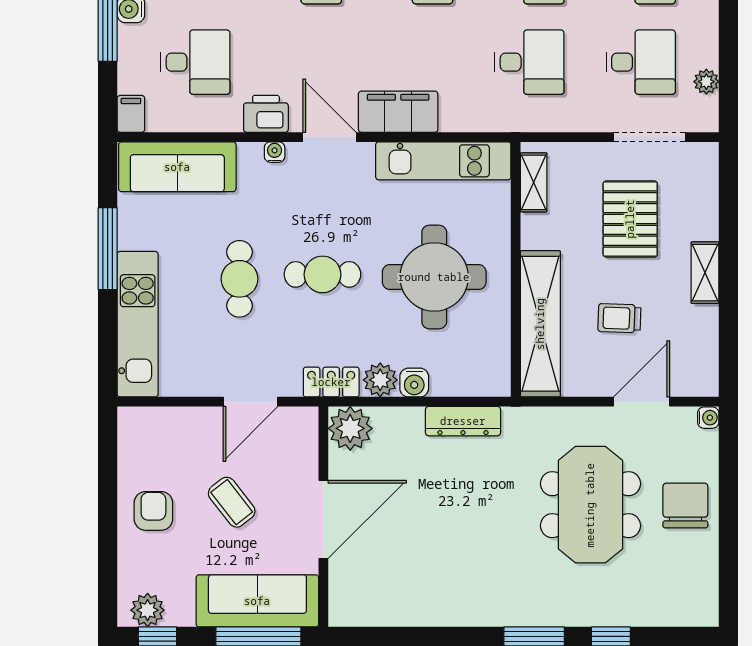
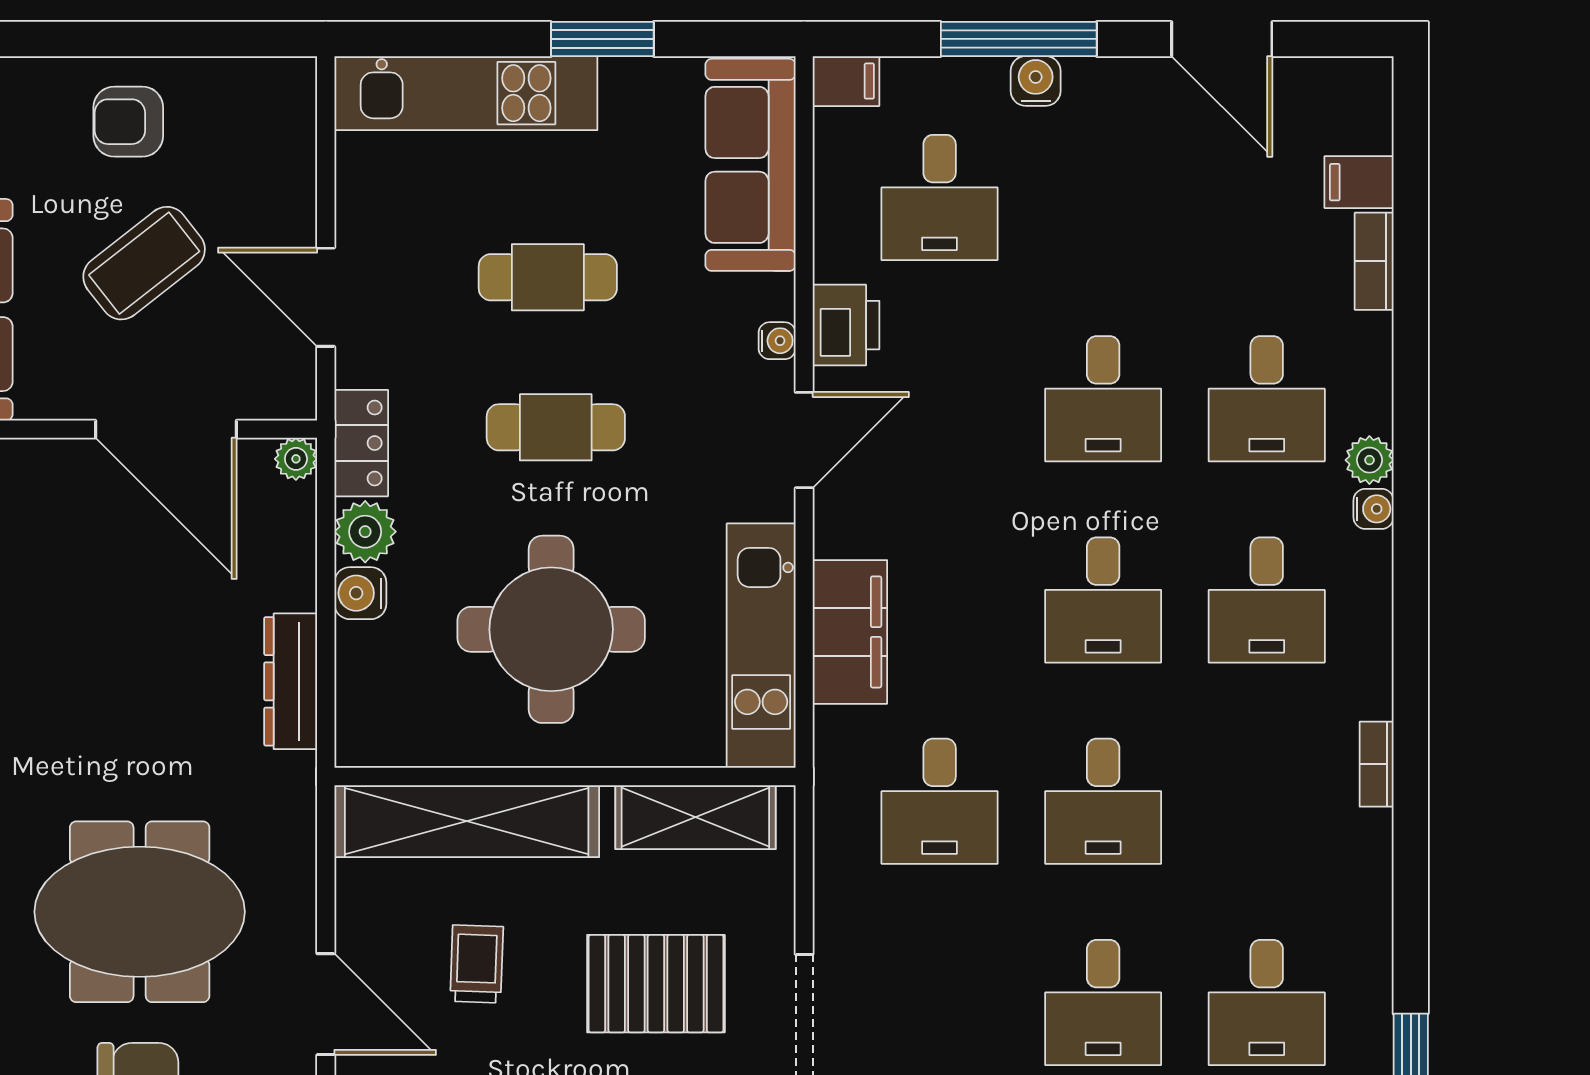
desk: (641, 62) -> (940, 1002), removed
filing cabinet: (398, 112) -> (850, 632), moved
shelving: (534, 182) -> (695, 817), width x1.50, depth x1.33
window: (108, 249) -> (602, 39), width x0.69
cafe table: (322, 274) -> (556, 427), turned 90
plant: (350, 428) -> (296, 459), width x0.53, depth x0.53
coffee table: (232, 502) -> (144, 263), width x1.36, depth x1.30
armchair: (153, 511) -> (128, 122), turned 180
door: (323, 519) -> (166, 429), moved

